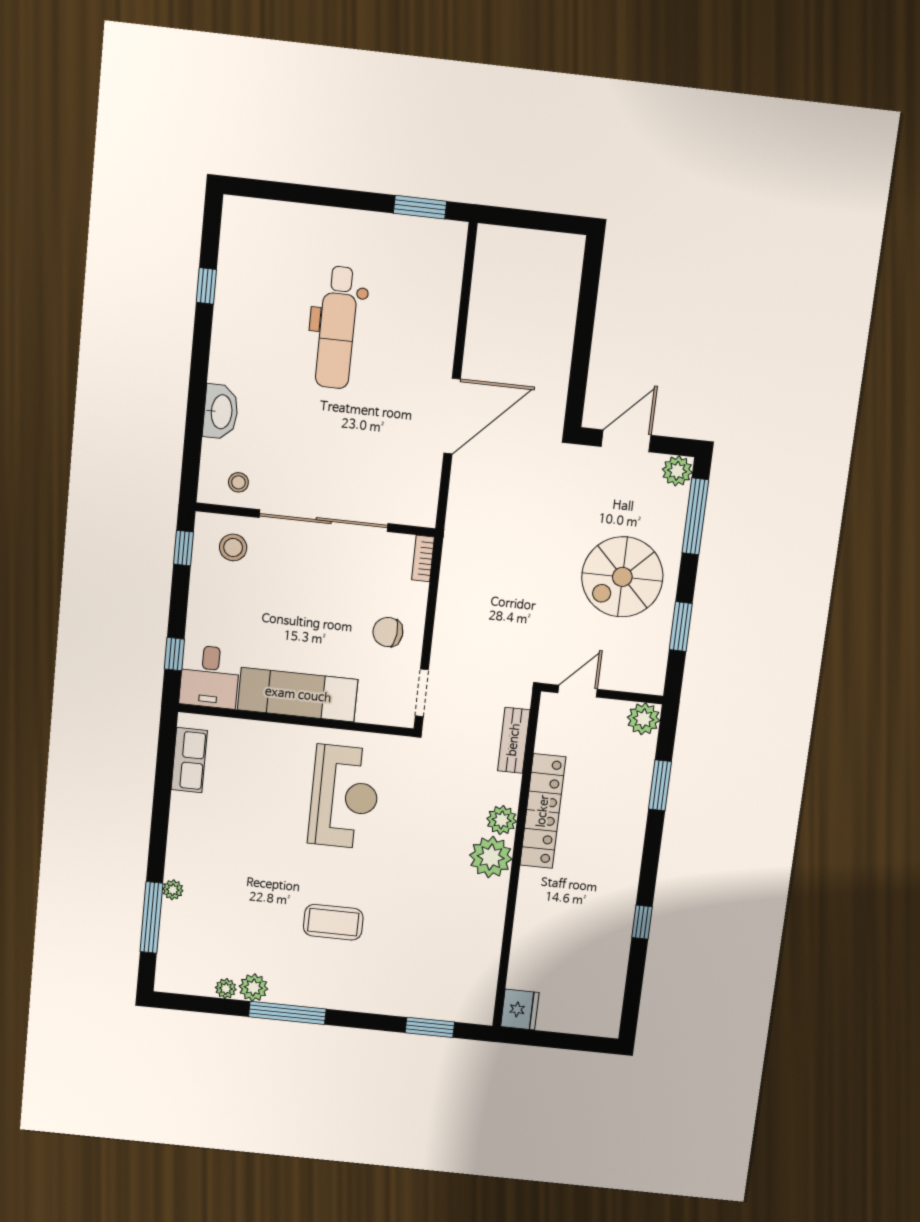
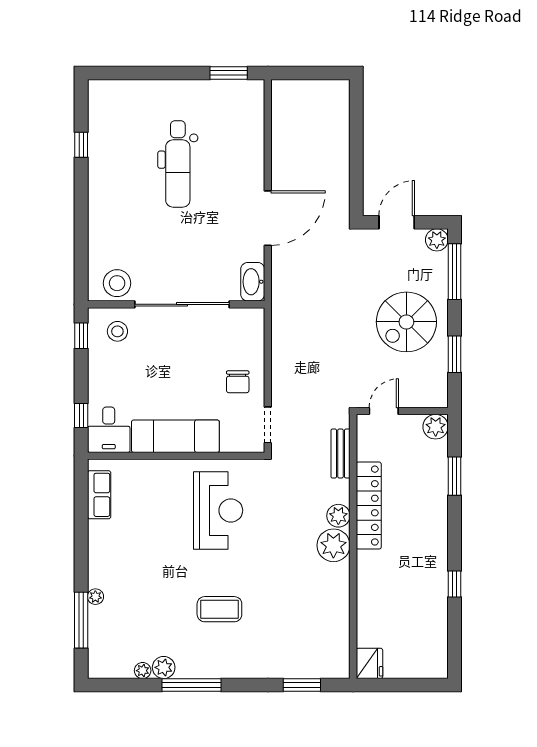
washbasin: (221, 412) -> (253, 282), moved, turned 180
stool: (238, 482) -> (117, 283), width x1.89, depth x1.89
bookcase: (423, 558) -> (258, 324), removed
chair: (388, 632) -> (238, 382), turned -96

